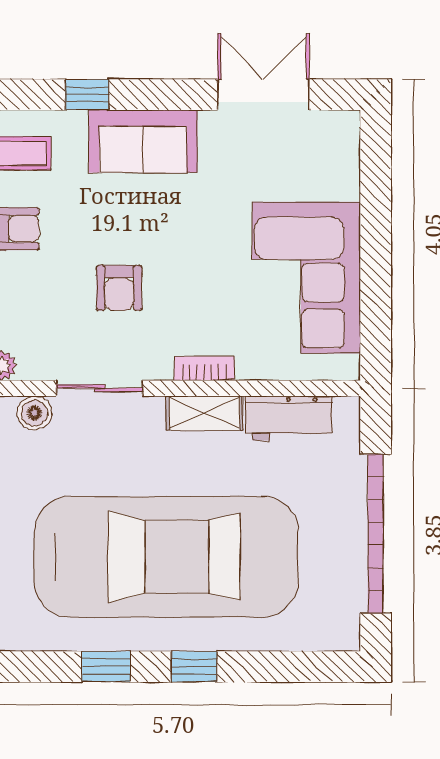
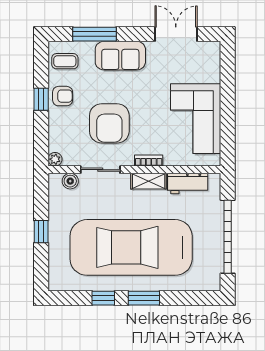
window: (87, 95) -> (95, 34), width x2.17
armchair: (119, 288) -> (109, 123), width x1.88, depth x1.88
car: (166, 557) -> (131, 247), turned 180
window: (194, 667) -> (144, 298), width x1.50

